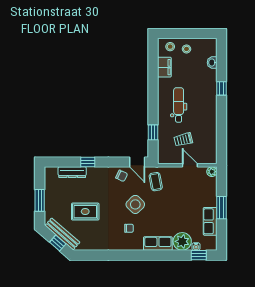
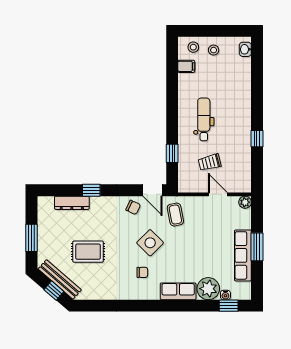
washbasin: (212, 63) -> (245, 49), moved
filing cabinet: (164, 67) -> (186, 66), width x0.50
window: (221, 88) -> (257, 139), moved
row of seats: (210, 221) -> (243, 255), width x1.48

